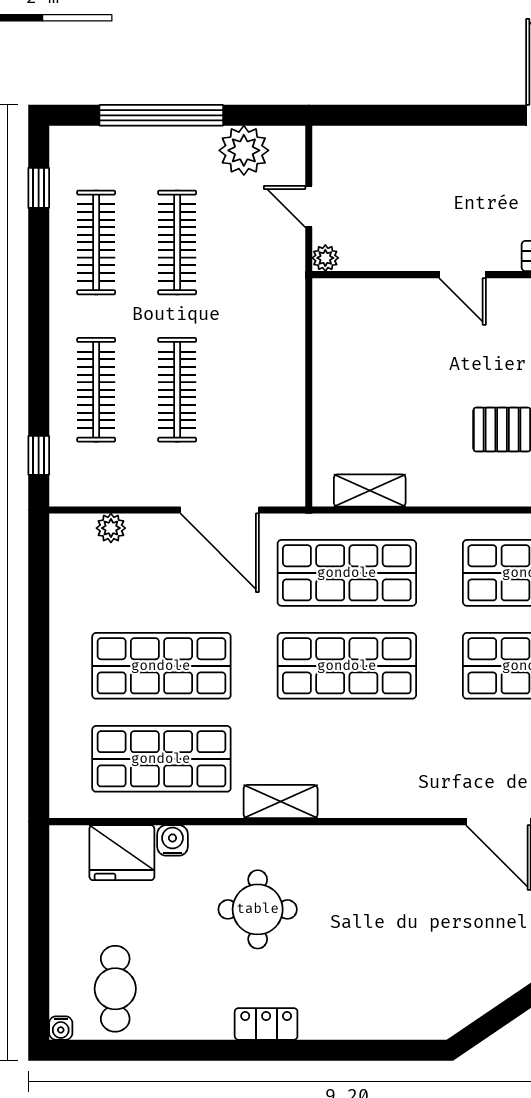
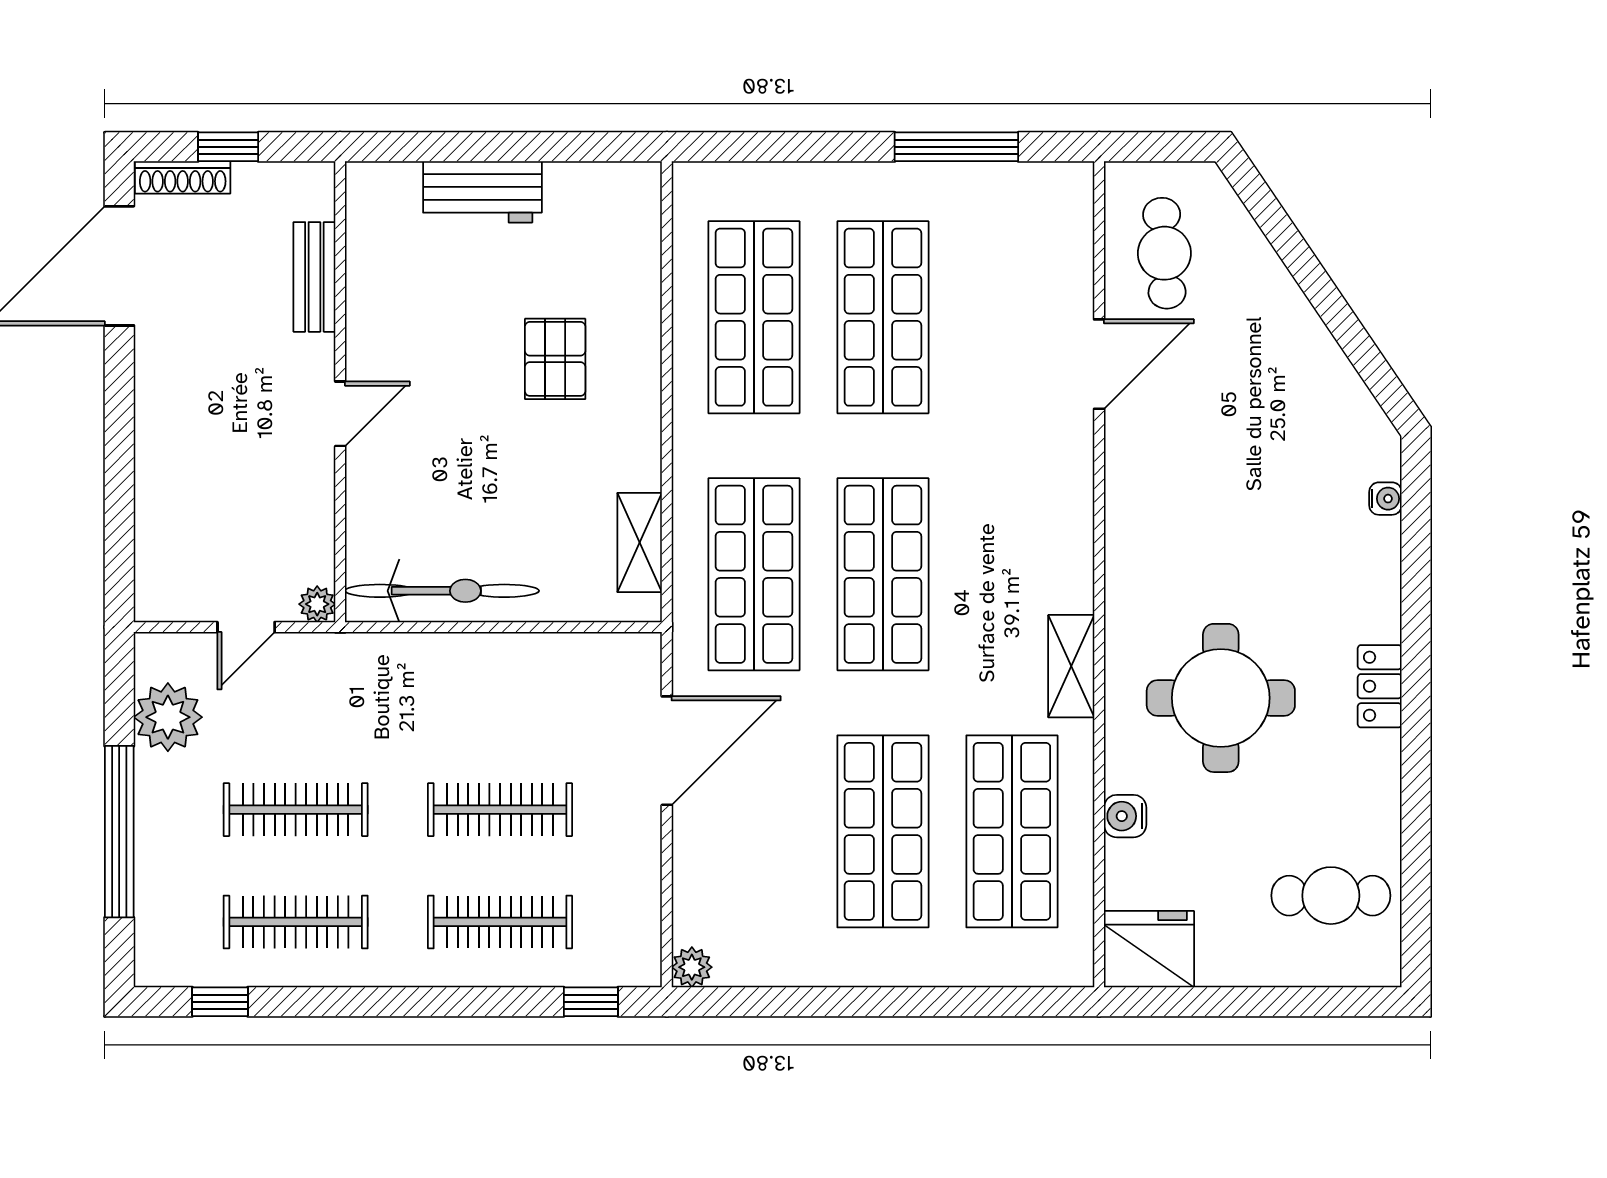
bicycle: (335, 348) -> (442, 591), added
plant: (111, 528) -> (692, 967), moved
fridge: (122, 853) -> (1149, 949), moved, turned -90
round table: (258, 909) -> (1221, 698), width x1.36, depth x1.36
water cooler: (61, 1028) -> (1385, 499), moved

